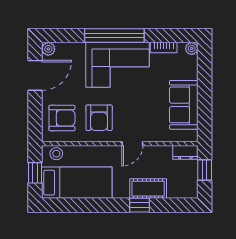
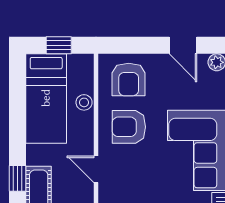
door: (35, 75) -> (183, 45), width x0.73
stool: (56, 154) -> (84, 102), moved

